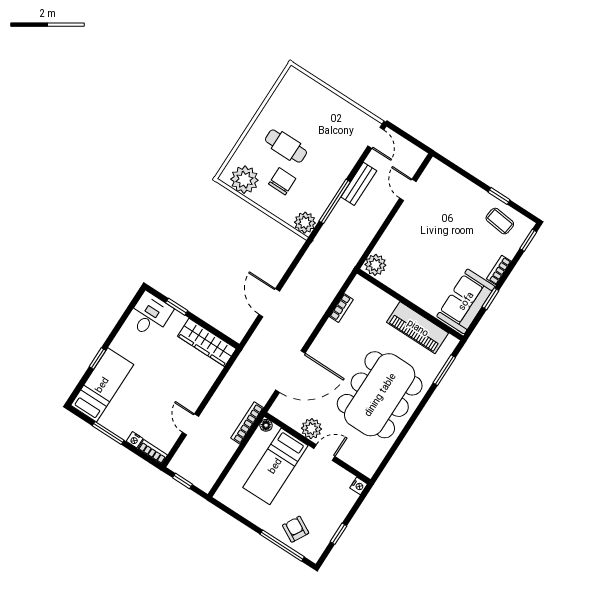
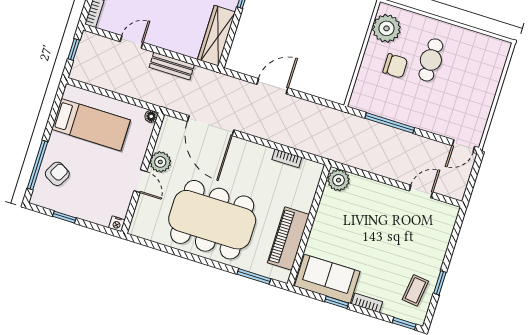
bench: (359, 184) -> (172, 66), moved
plant: (305, 223) -> (361, 99), removed
bookcase: (247, 423) -> (148, 97), removed
bed: (275, 466) -> (91, 125), moved, turned 180

